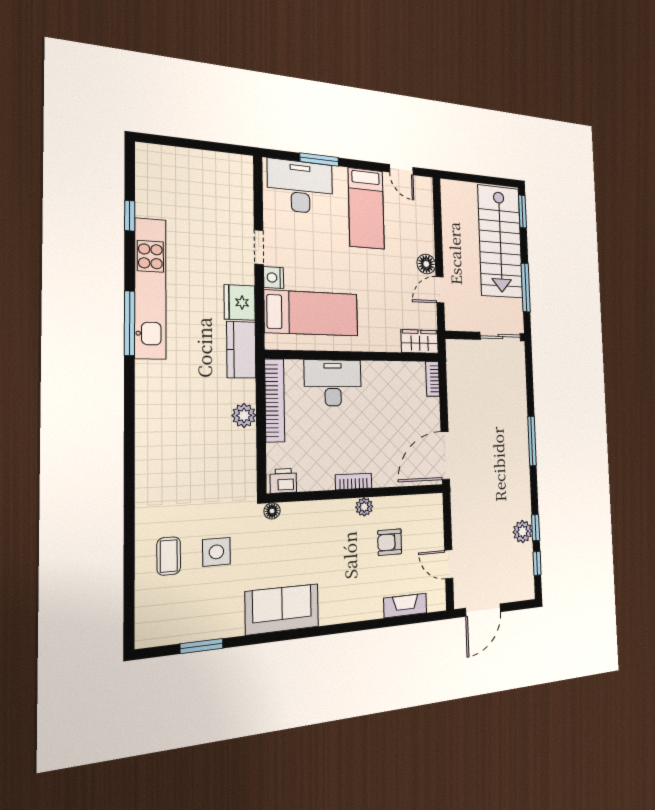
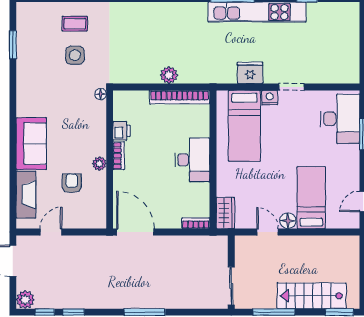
bed: (366, 208) -> (311, 198), moved, turned 90
stairs: (500, 241) -> (312, 296), width x0.73, depth x0.66
kitchen counter: (241, 350) -> (216, 74), removed
desk: (333, 383) -> (192, 160), moved
printer: (283, 481) -> (122, 131), moved
plant: (523, 532) -> (25, 300), moved
fireplace: (405, 605) -> (26, 195), width x1.37, depth x1.32
sofa: (282, 609) -> (31, 144), moved

